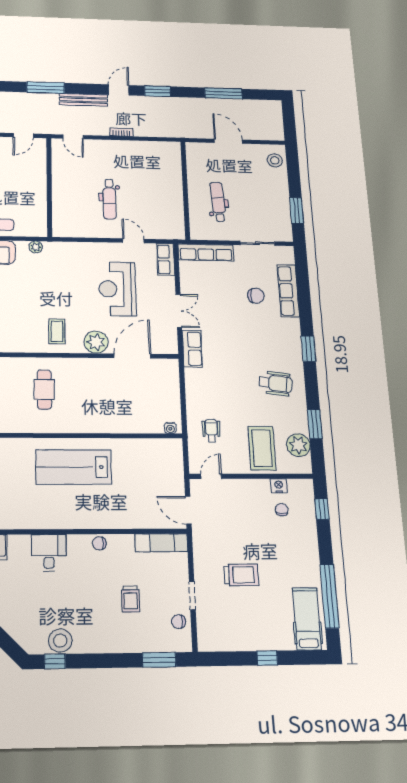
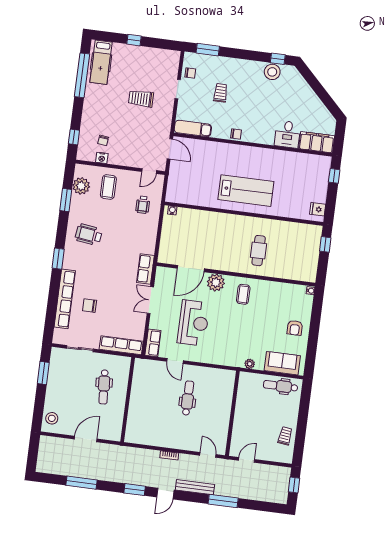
door: (228, 141) -> (86, 439), swing flipped
row of seats: (288, 291) -> (65, 299), width x1.36
coffee table: (262, 448) -> (108, 187), width x0.73, depth x0.76
desk: (49, 553) -> (288, 134), moved

